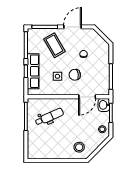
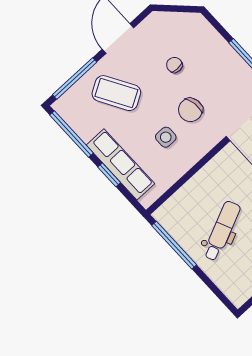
dental chair: (49, 117) -> (222, 231), moved

